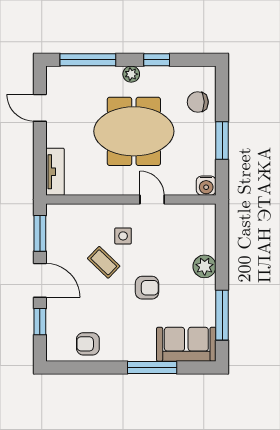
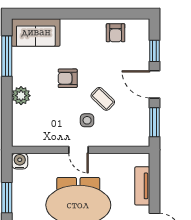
tv unit: (55, 172) -> (142, 186), moved
door: (152, 199) -> (79, 150), moved
armchair: (88, 344) -> (116, 33), turned 90
window: (152, 368) -> (63, 14), removed

